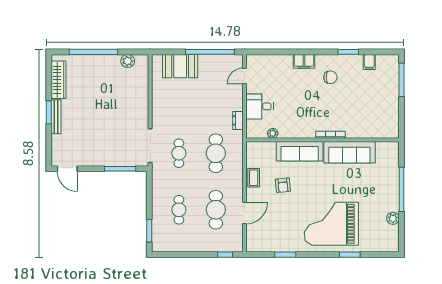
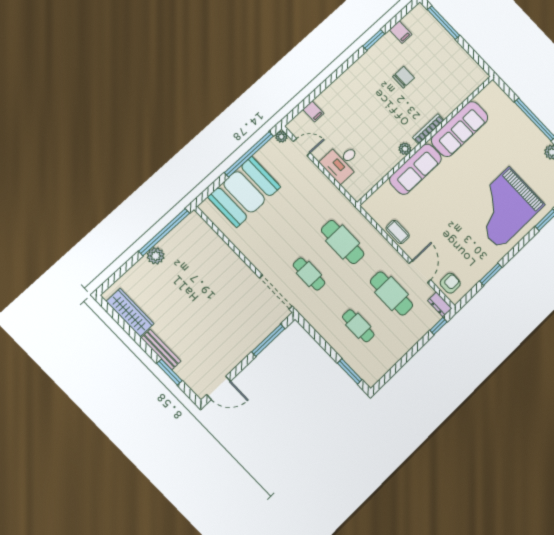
window: (93, 52) -> (164, 232), moved
plant: (238, 59) -> (281, 137), added
plant: (128, 61) -> (156, 256), moved
filing cabinet: (304, 61) -> (313, 111), moved, width x0.50
booth: (180, 66) -> (244, 192), width x1.36, depth x1.42
door: (244, 76) -> (302, 147), swing flipped
chair: (330, 77) -> (404, 77), moved
window: (49, 112) -> (169, 372), moved
dresser: (238, 120) -> (440, 304), moved
plant: (273, 133) -> (405, 149), moved
armchair: (283, 185) -> (450, 283), moved, turned -84

